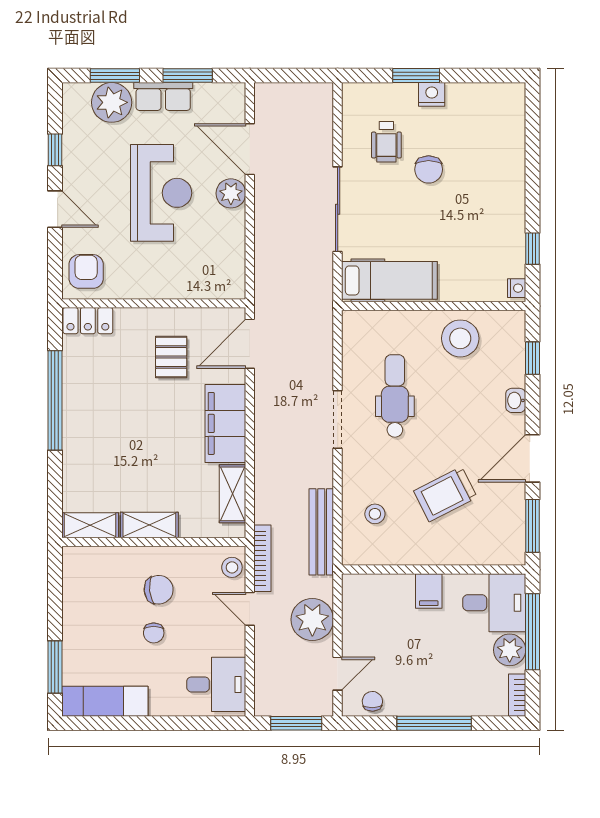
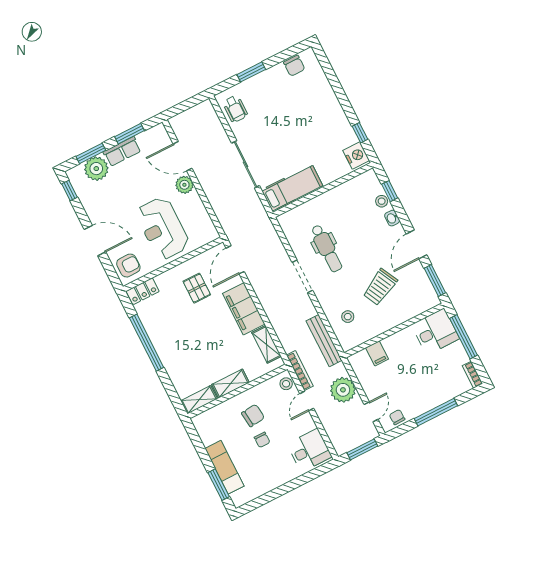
nightstand: (432, 94) -> (265, 78), removed
wheelchair: (386, 142) -> (235, 109), moved
window: (55, 150) -> (69, 191), moved
chair: (429, 169) -> (294, 66), moved
reception desk: (161, 193) -> (163, 228), moved, turned 180
door: (55, 209) -> (95, 241), width x1.38
armchair: (86, 271) -> (128, 266), turned 90
nightstand: (517, 288) -> (356, 155), width x1.89, depth x1.79
stool: (460, 338) -> (382, 201), moved, width x0.53, depth x0.53
dental chair: (395, 396) -> (327, 248), turned 180
filing cabinet: (429, 591) -> (377, 353), moved
door: (250, 609) -> (307, 401), hinge flipped
plant: (510, 650) -> (456, 353), removed
exam couch: (105, 701) -> (225, 467), moved, turned 90

